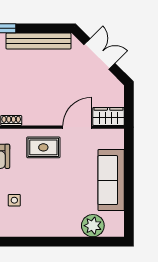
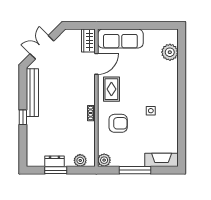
door: (77, 127) -> (96, 64), swing flipped
sofa: (111, 180) -> (120, 39), moved

